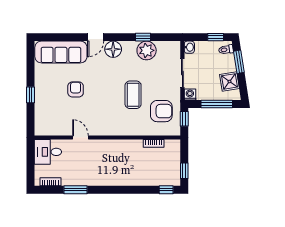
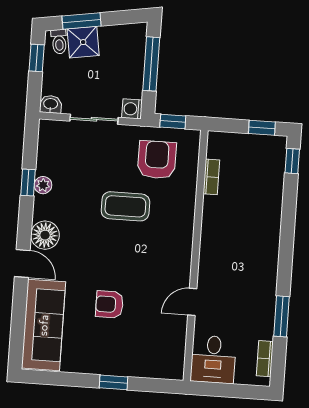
plant: (147, 50) -> (43, 185), width x0.53, depth x0.53
shower: (229, 81) -> (83, 42), moved

